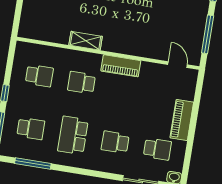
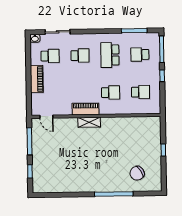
shelving: (86, 41) -> (89, 122), moved
school desk: (39, 76) -> (140, 92), turned 180
school desk: (73, 135) -> (110, 55), turned 180
school desk: (157, 149) -> (50, 56), turned 180

